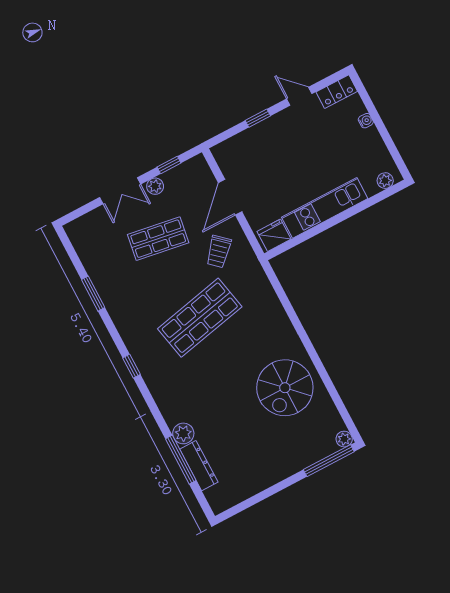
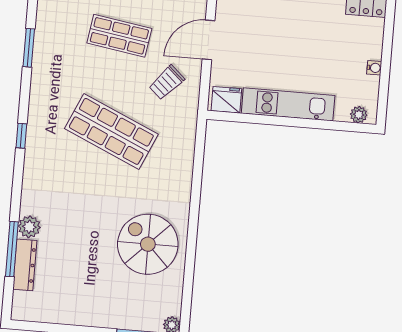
water cooler: (366, 121) -> (374, 68), moved
shop shelf: (200, 318) -> (111, 131), turned 36
spiral stairs: (285, 388) -> (148, 244), turned 90

